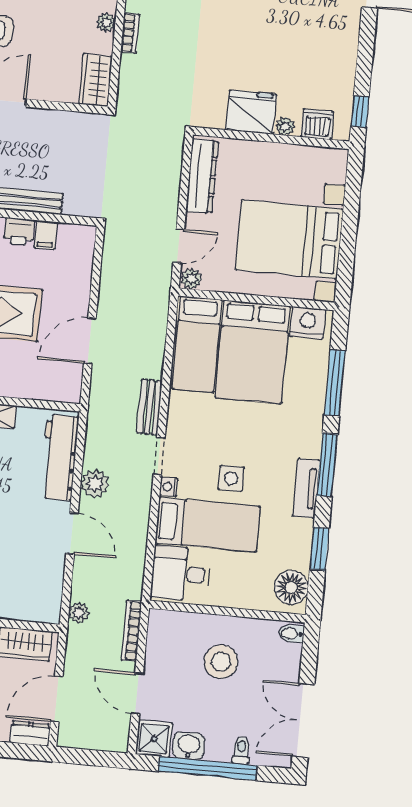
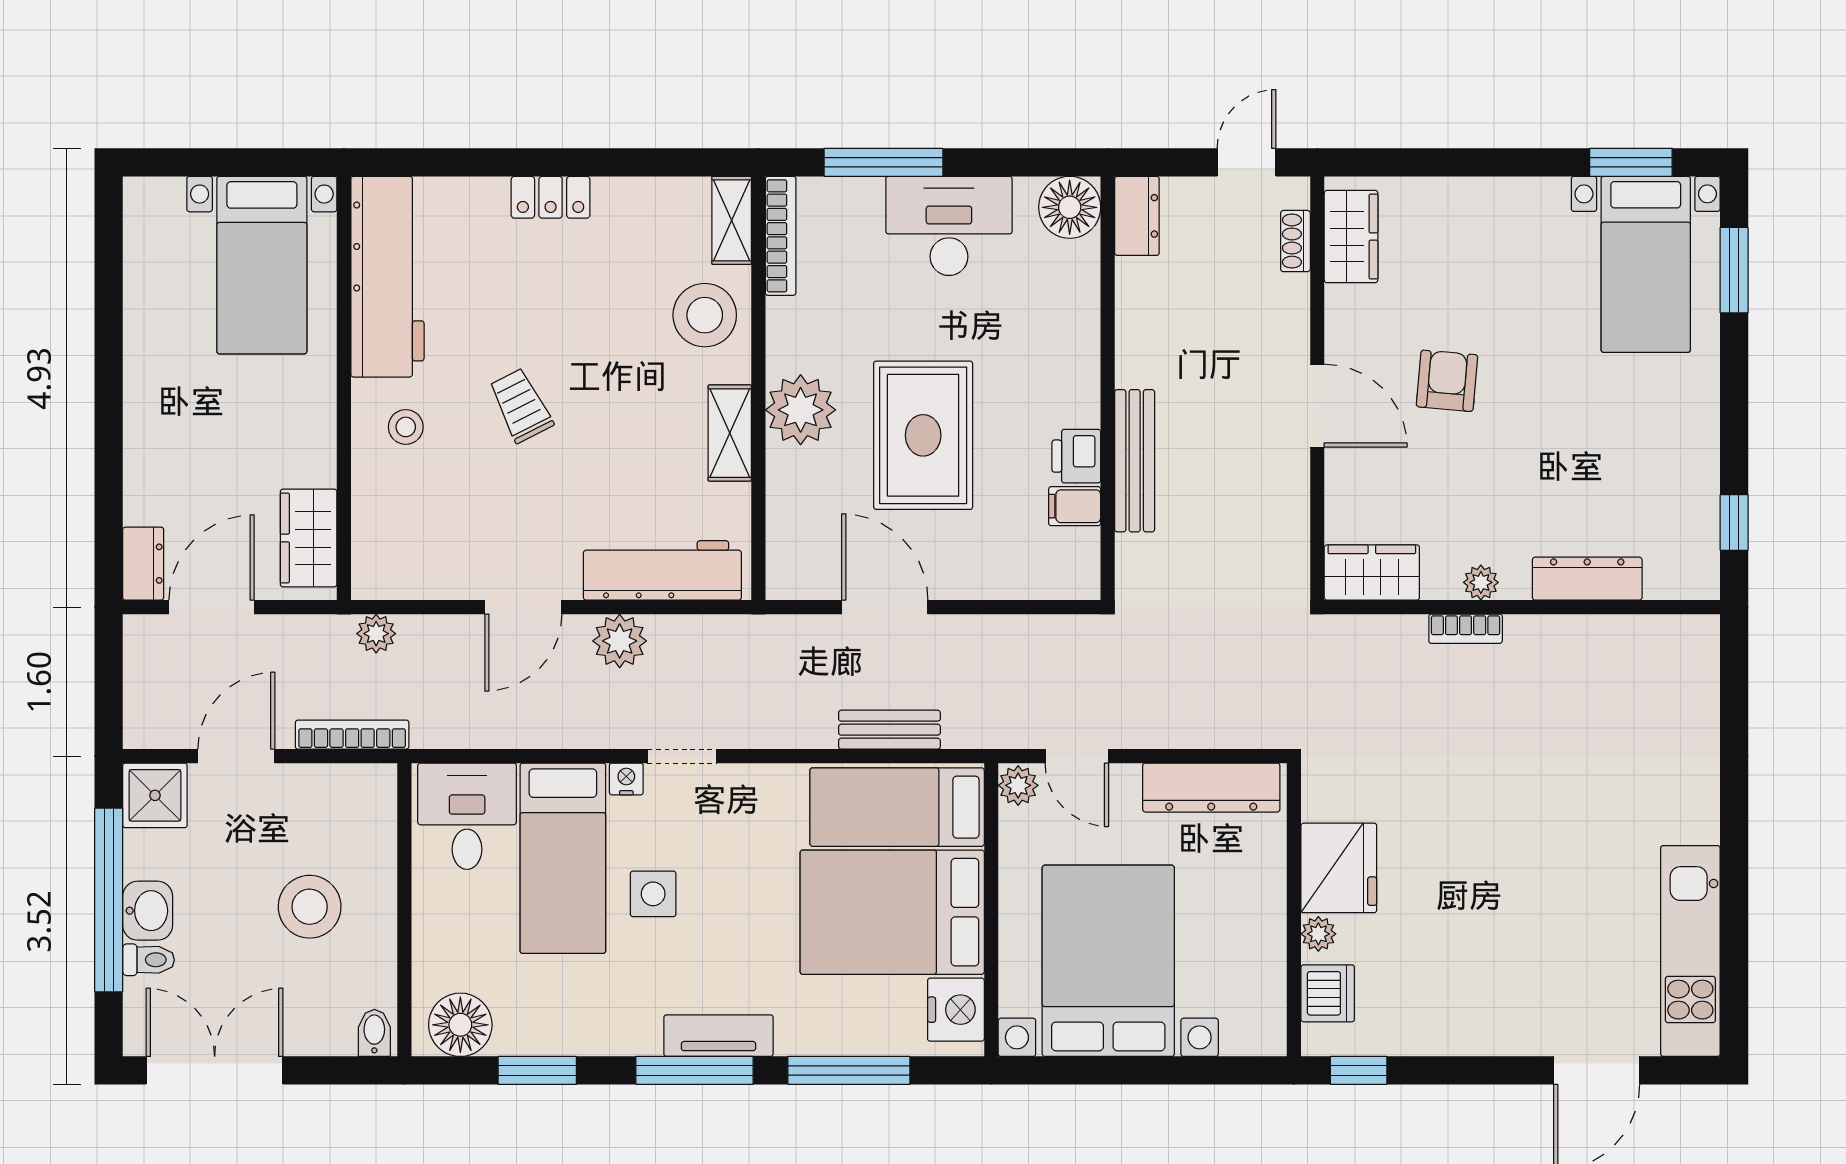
bench: (150, 407) -> (889, 730), moved
tv unit: (306, 488) -> (719, 1036), moved
door: (57, 699) -> (212, 607), hinge flipped
washbasin: (189, 746) -> (148, 911), moved

